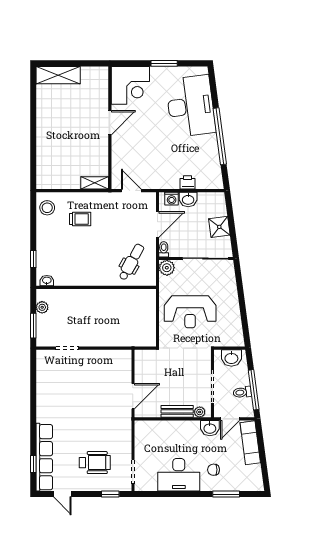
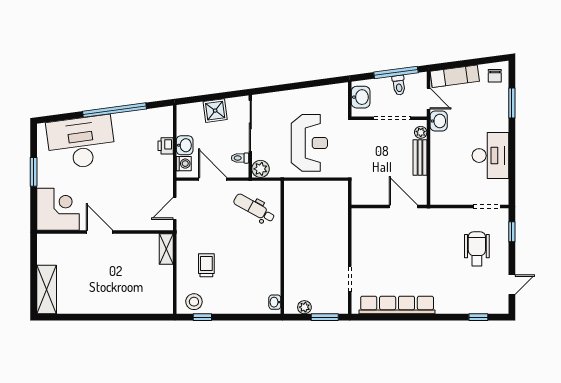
toilet: (164, 249) -> (240, 158), moved
window: (33, 259) -> (202, 317), moved
row of seats: (44, 457) -> (397, 305), moved
chair: (214, 470) -> (495, 76), moved

